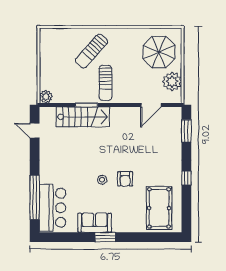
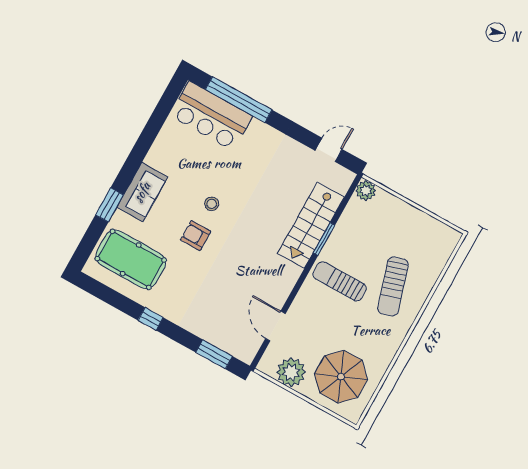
sun lounger: (91, 51) -> (393, 286), turned -149
sofa: (95, 223) -> (142, 192), moved
window: (105, 237) -> (110, 205), moved

